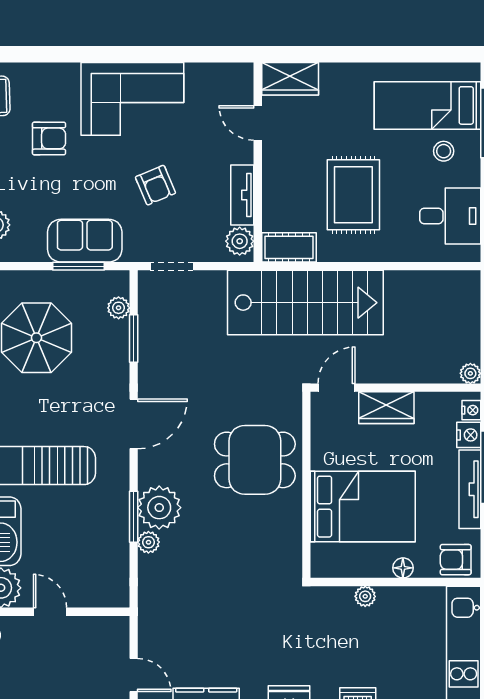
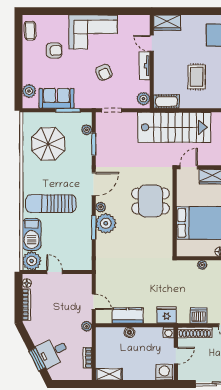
tv unit: (242, 195) -> (145, 66), moved
rug: (353, 195) -> (197, 77), width x0.73, depth x0.70
sofa: (85, 241) -> (56, 98), moved
plant: (148, 542) -> (101, 207), moved

